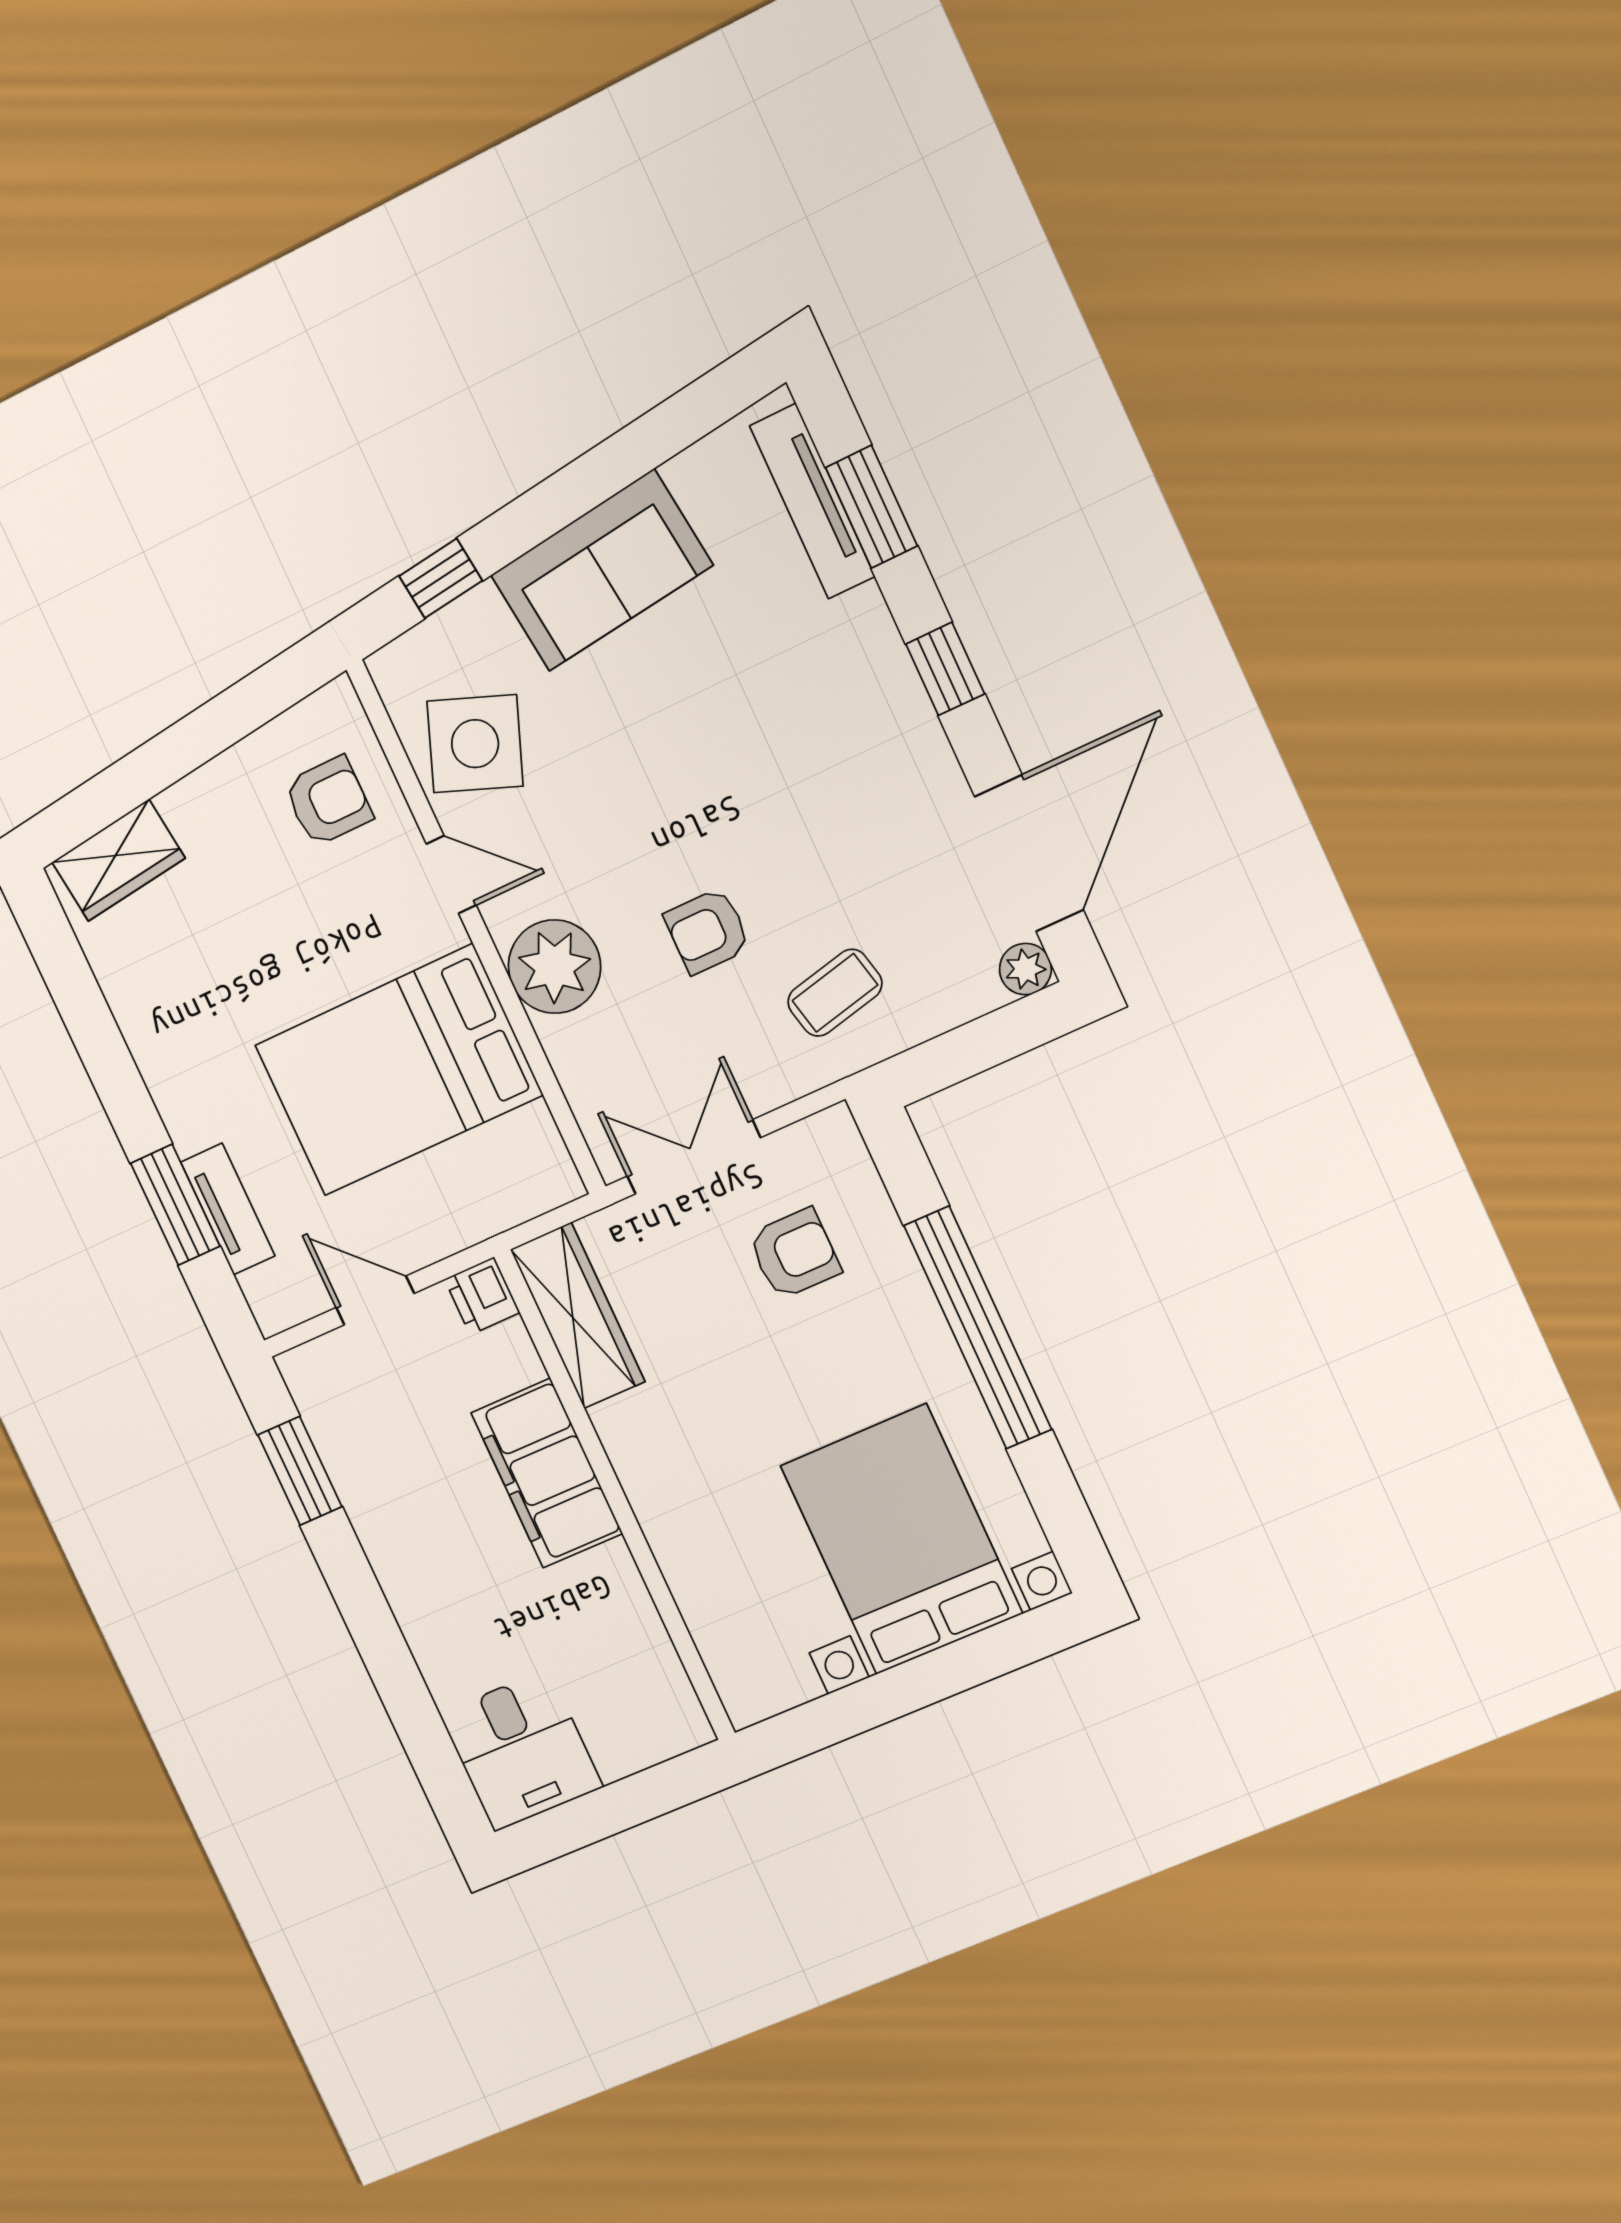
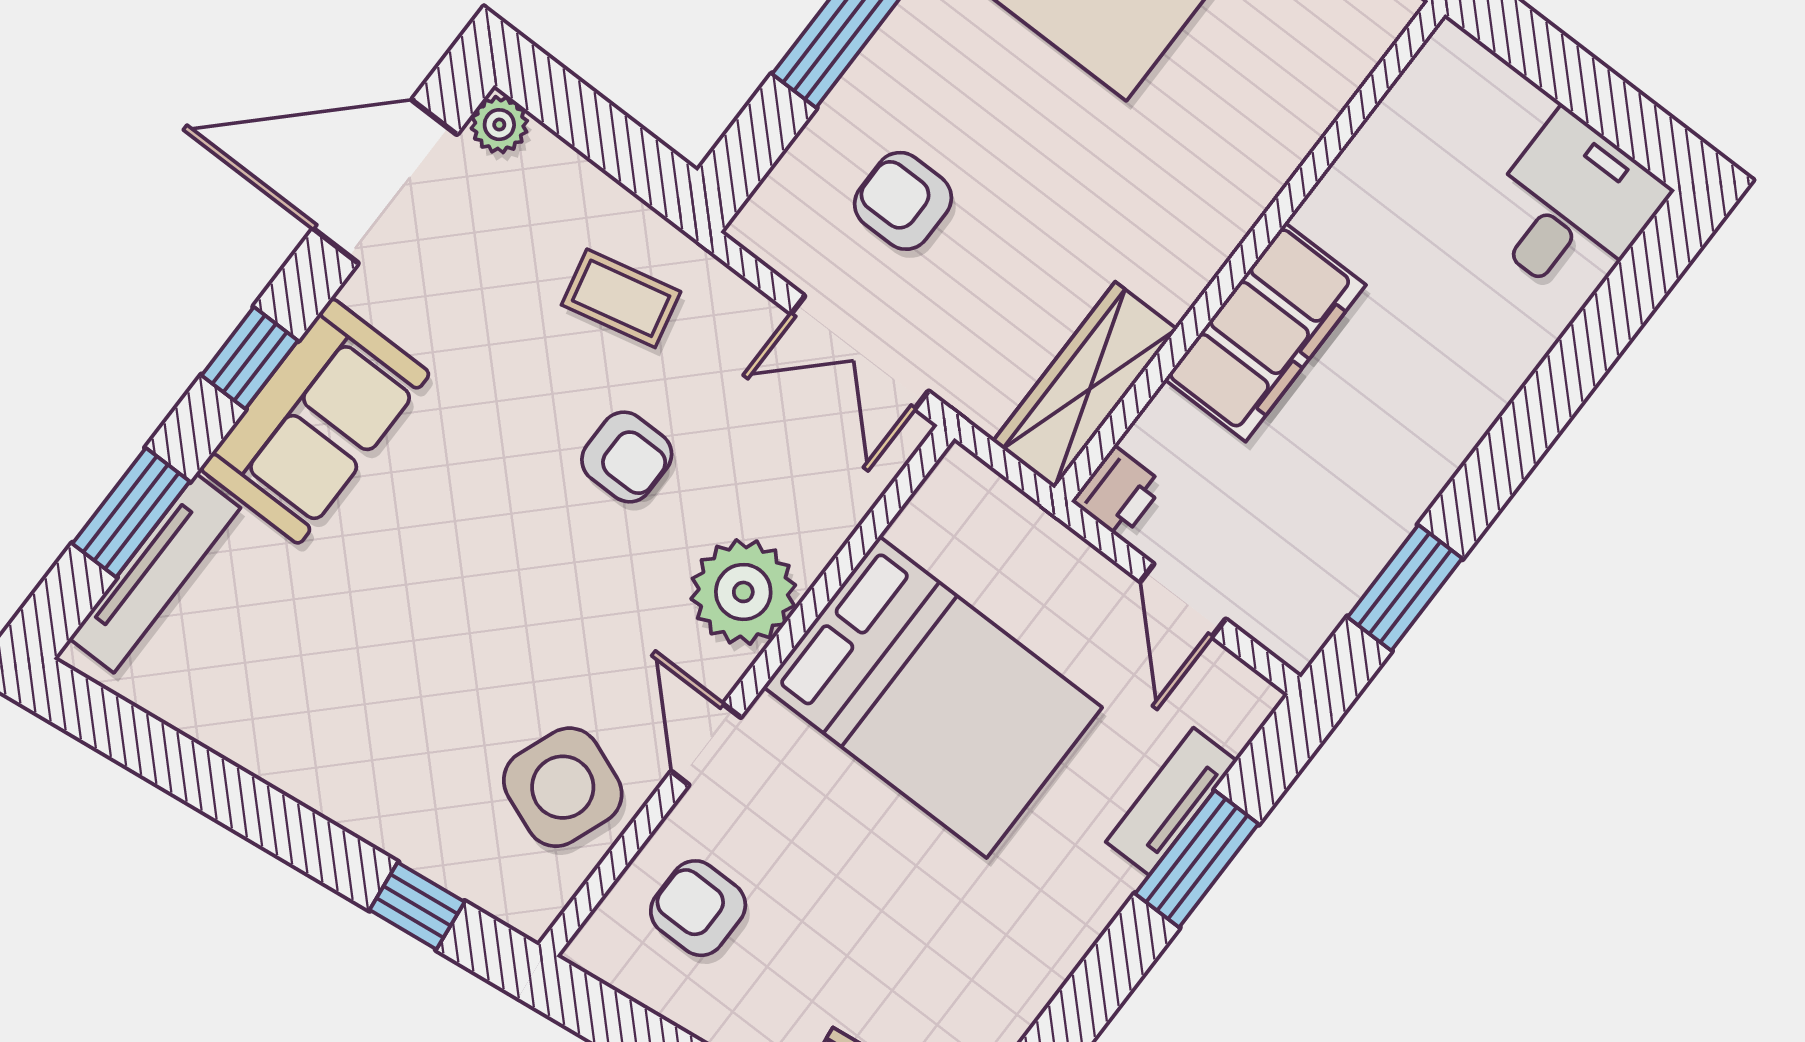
sofa: (602, 570) -> (315, 421), moved, turned 97

